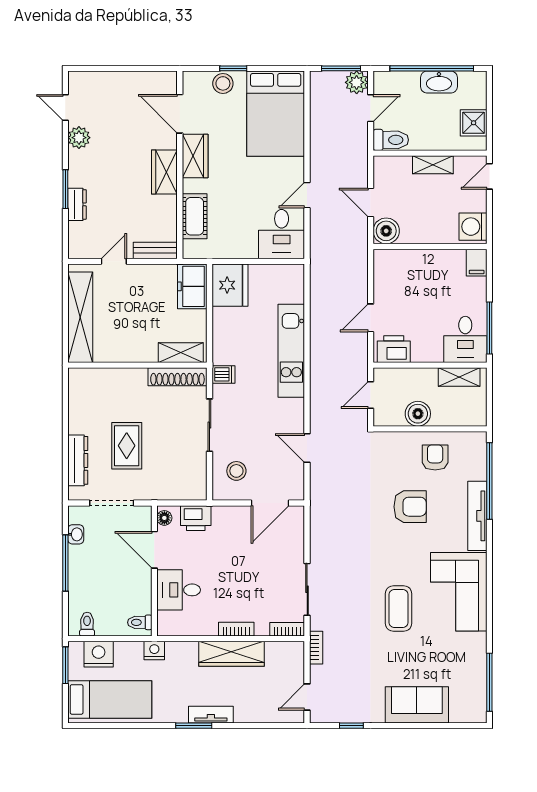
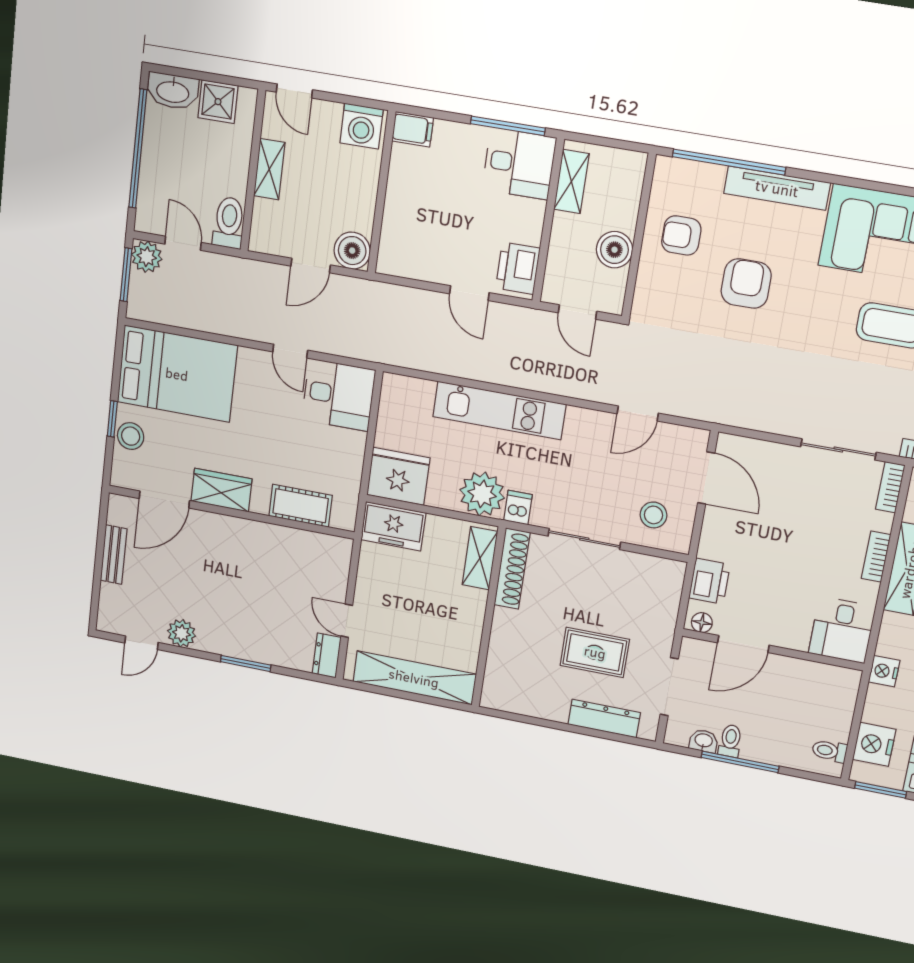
washbasin: (439, 82) -> (173, 91), moved, turned 90
wardrobe: (164, 172) -> (238, 534), removed
dresser: (77, 204) -> (327, 656), moved, turned -90
bench: (155, 250) -> (114, 555), moved
plant: (229, 347) -> (482, 494), added
desk: (179, 590) -> (842, 630), moved
toilet: (140, 622) -> (730, 741), moved, turned 180

